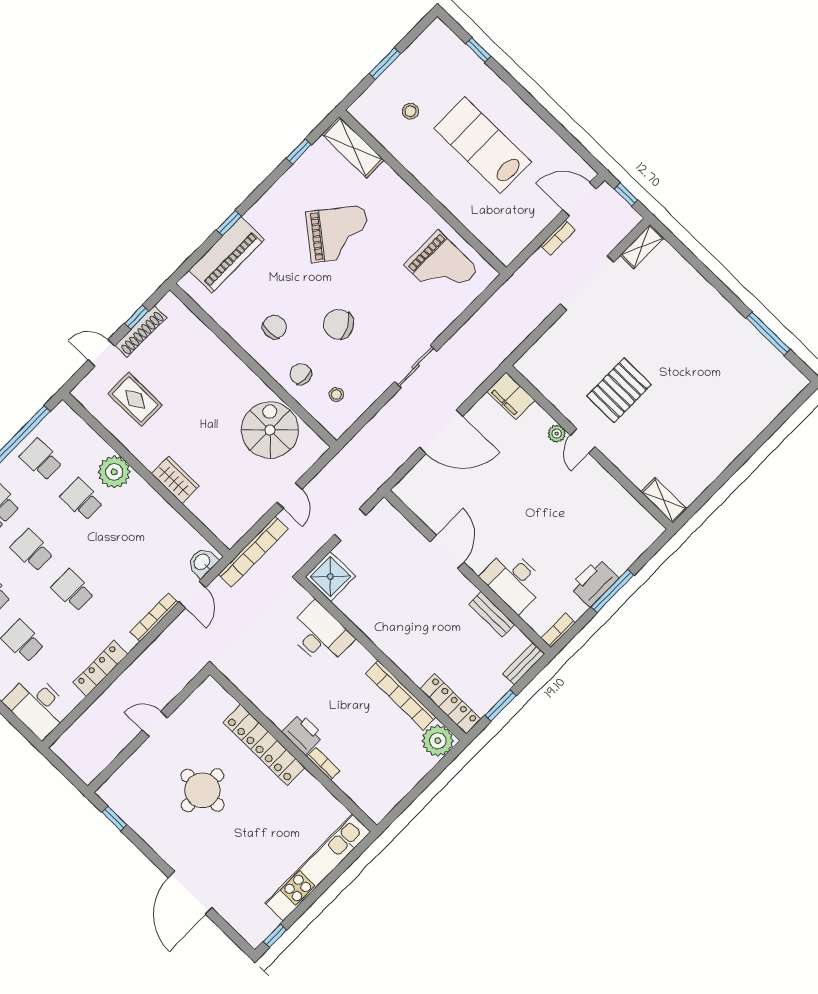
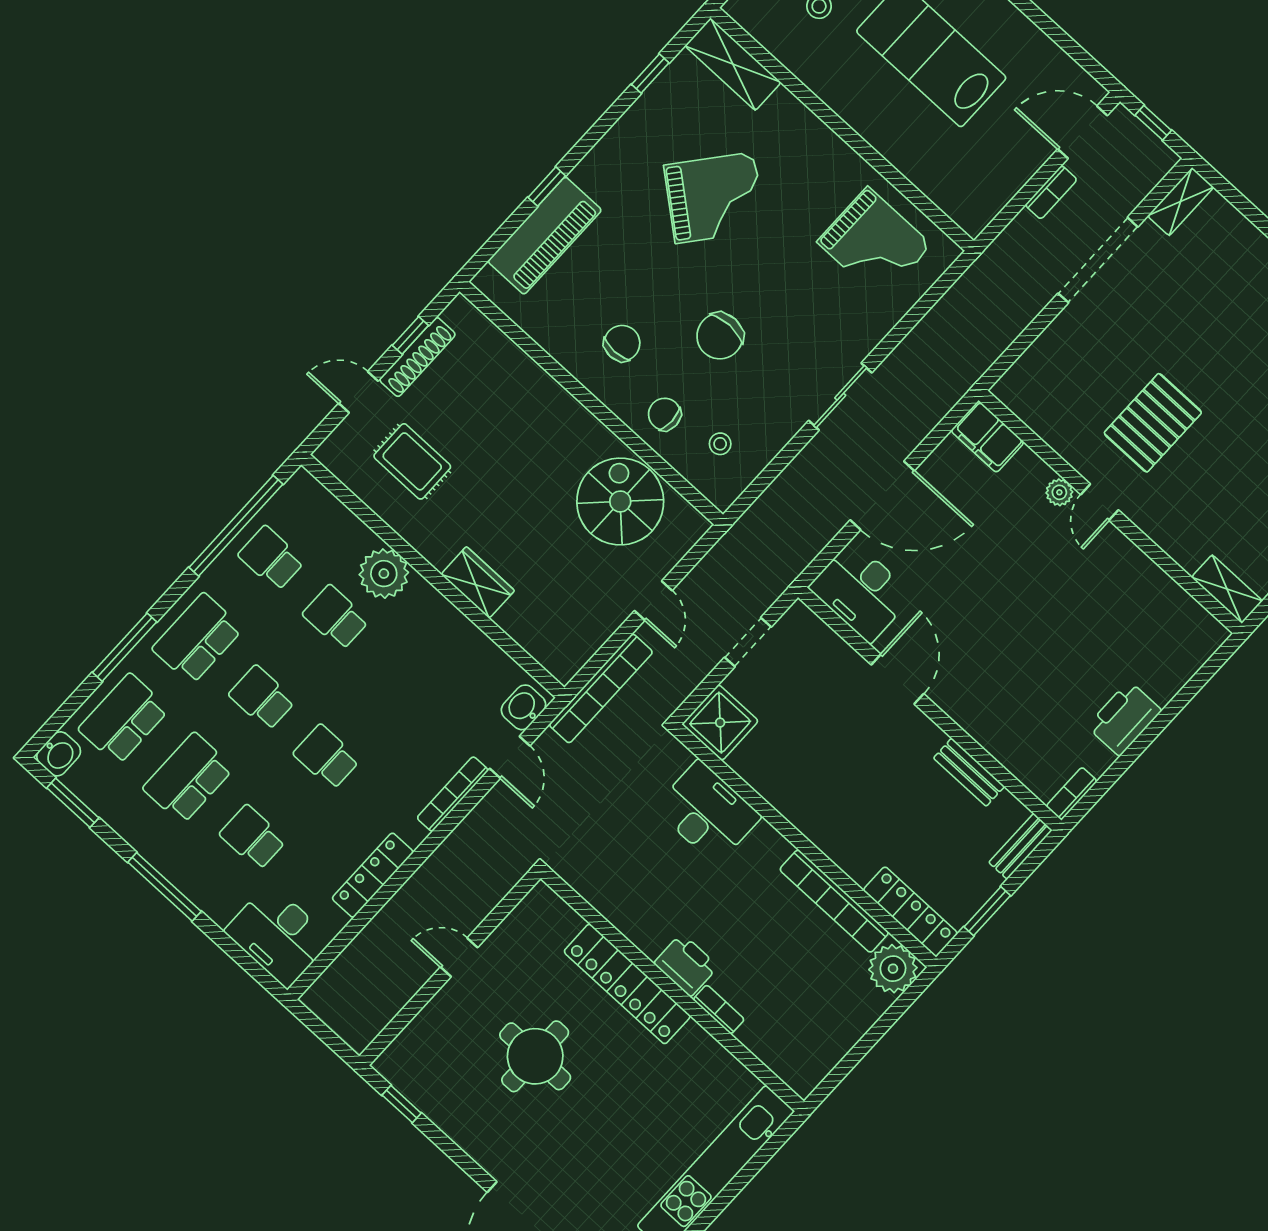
chair: (339, 324) -> (720, 336), turned -62
desk: (513, 580) -> (861, 591), moved
window: (612, 591) -> (1153, 731), removed

